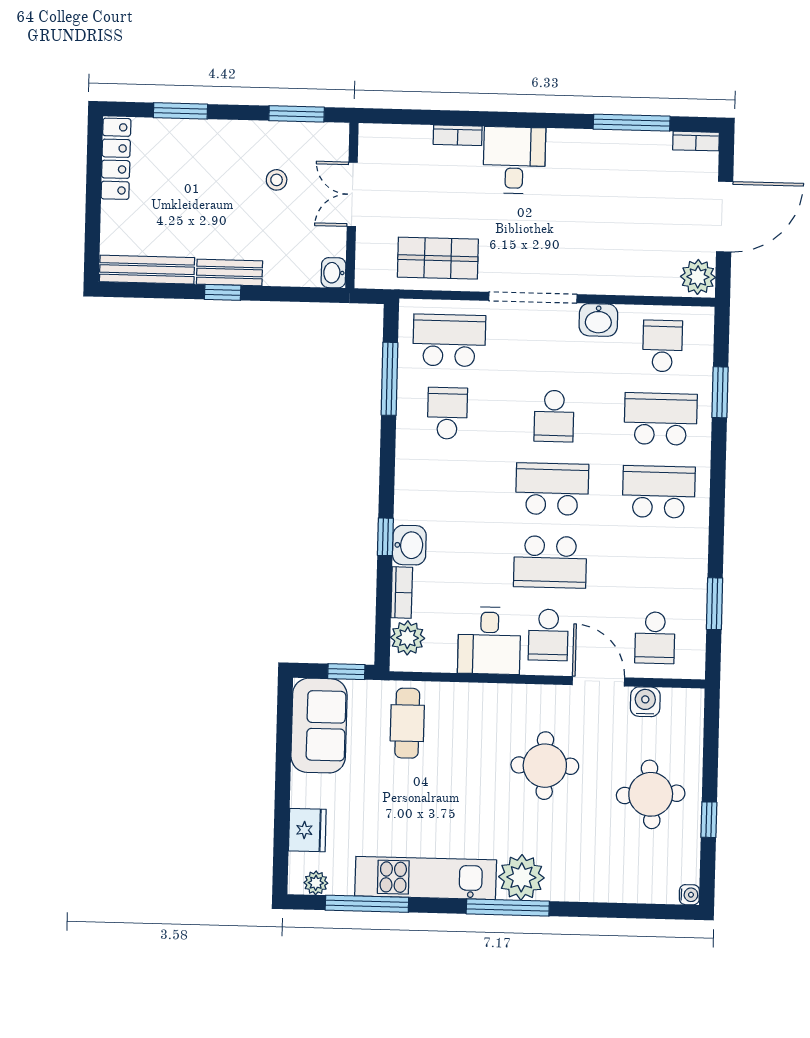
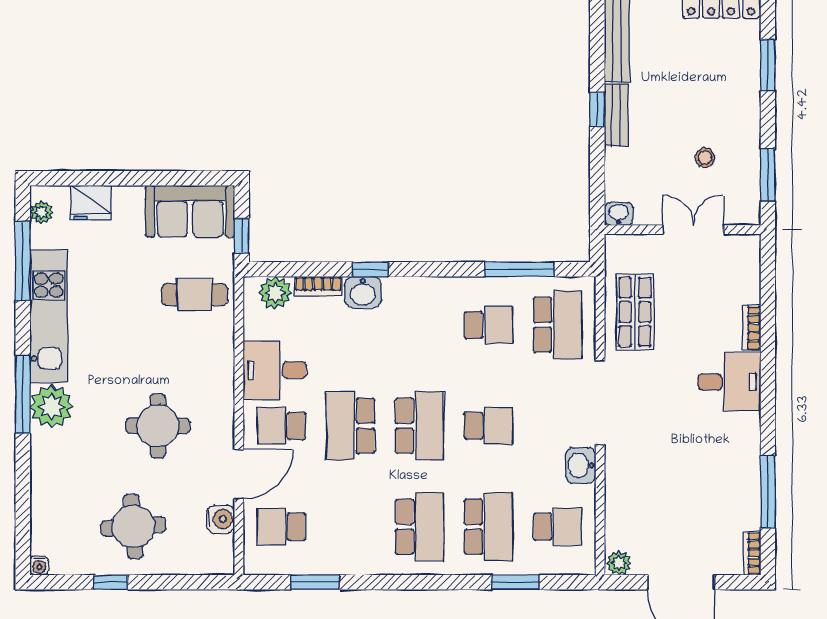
plant: (698, 277) -> (619, 563), width x0.73, depth x0.73
school desk: (554, 416) -> (489, 426), turned 180

